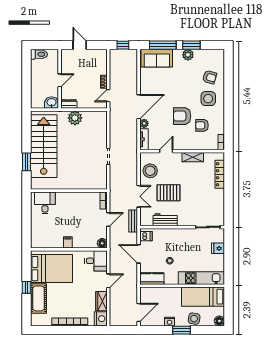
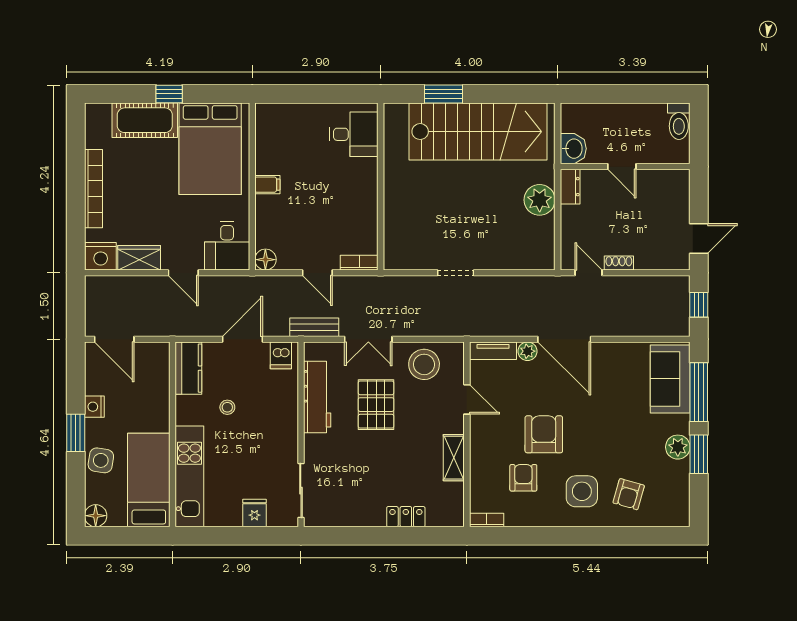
door: (80, 45) -> (699, 238), moved
locker: (220, 174) -> (406, 517), width x0.66
workbench: (165, 220) -> (317, 397), width x1.38

